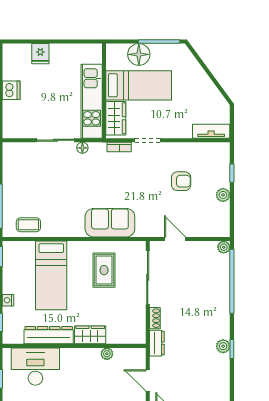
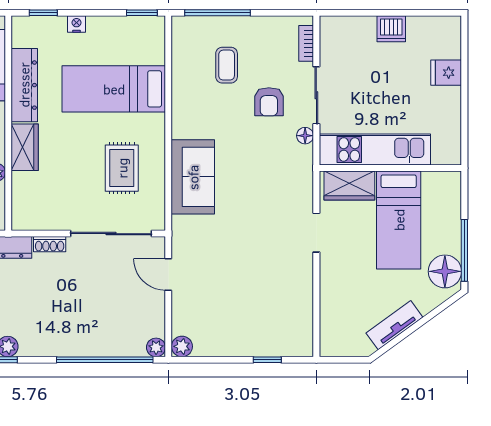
floor lamp: (139, 54) -> (445, 271), moved
tv unit: (211, 131) -> (394, 325), moved, turned -126
bookcase: (119, 147) -> (306, 43), moved
armchair: (181, 181) -> (269, 102), moved
plant: (223, 195) -> (182, 346), moved
coffee table: (28, 225) -> (227, 65), moved
door: (175, 239) -> (168, 274), swing flipped
rug: (104, 270) -> (122, 168), turned 90

